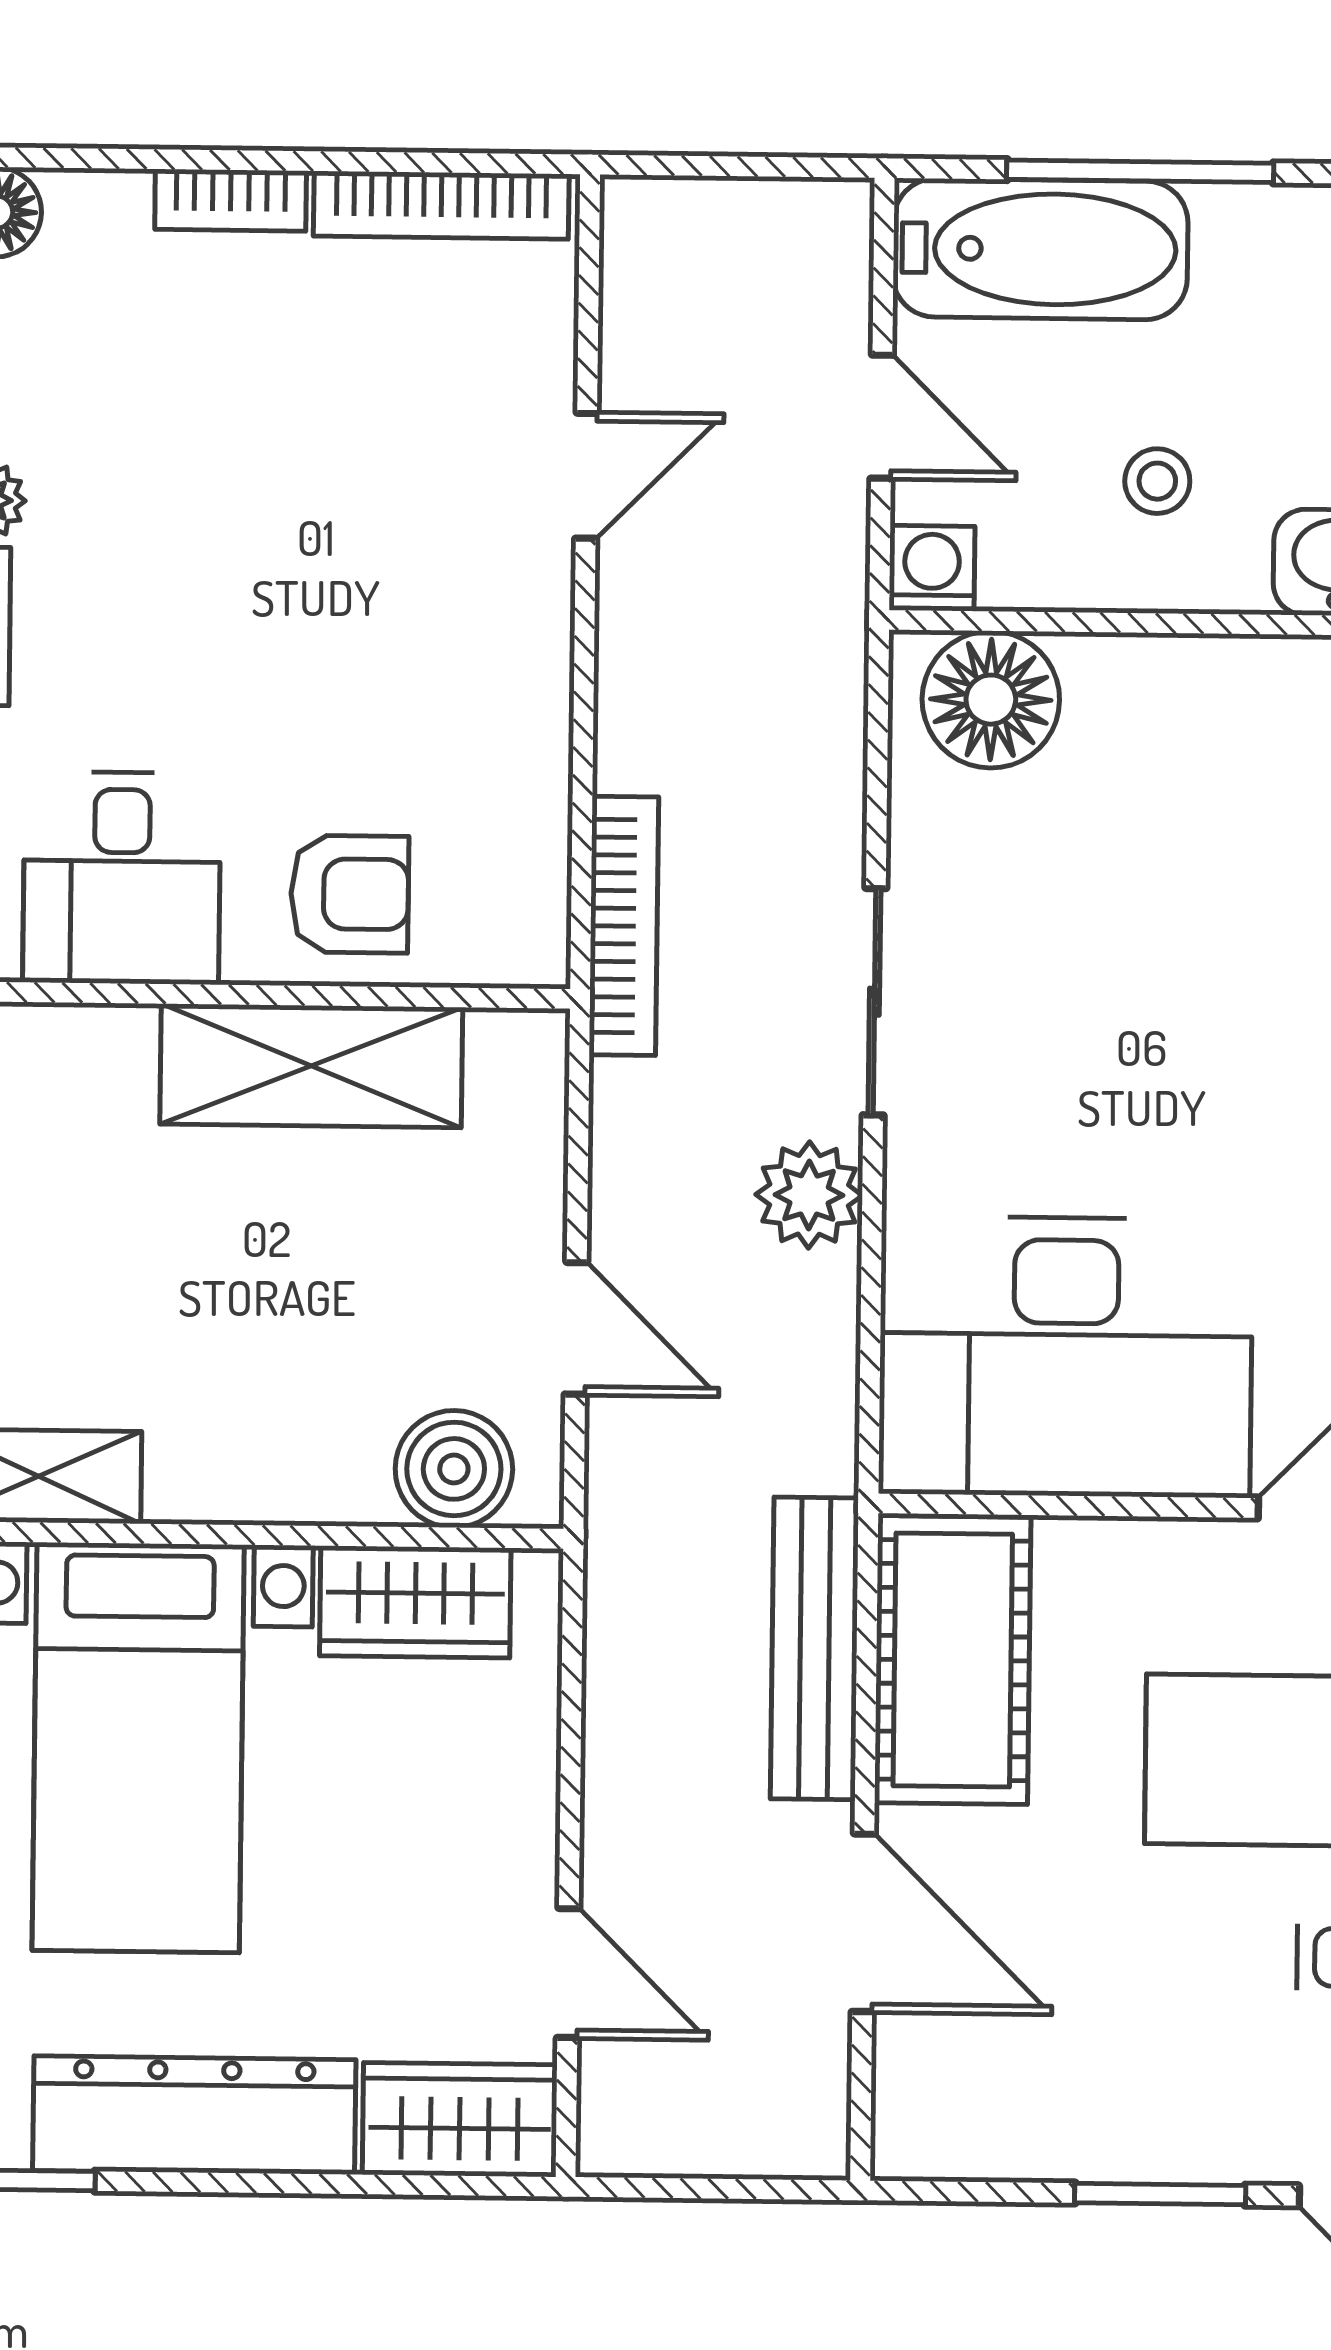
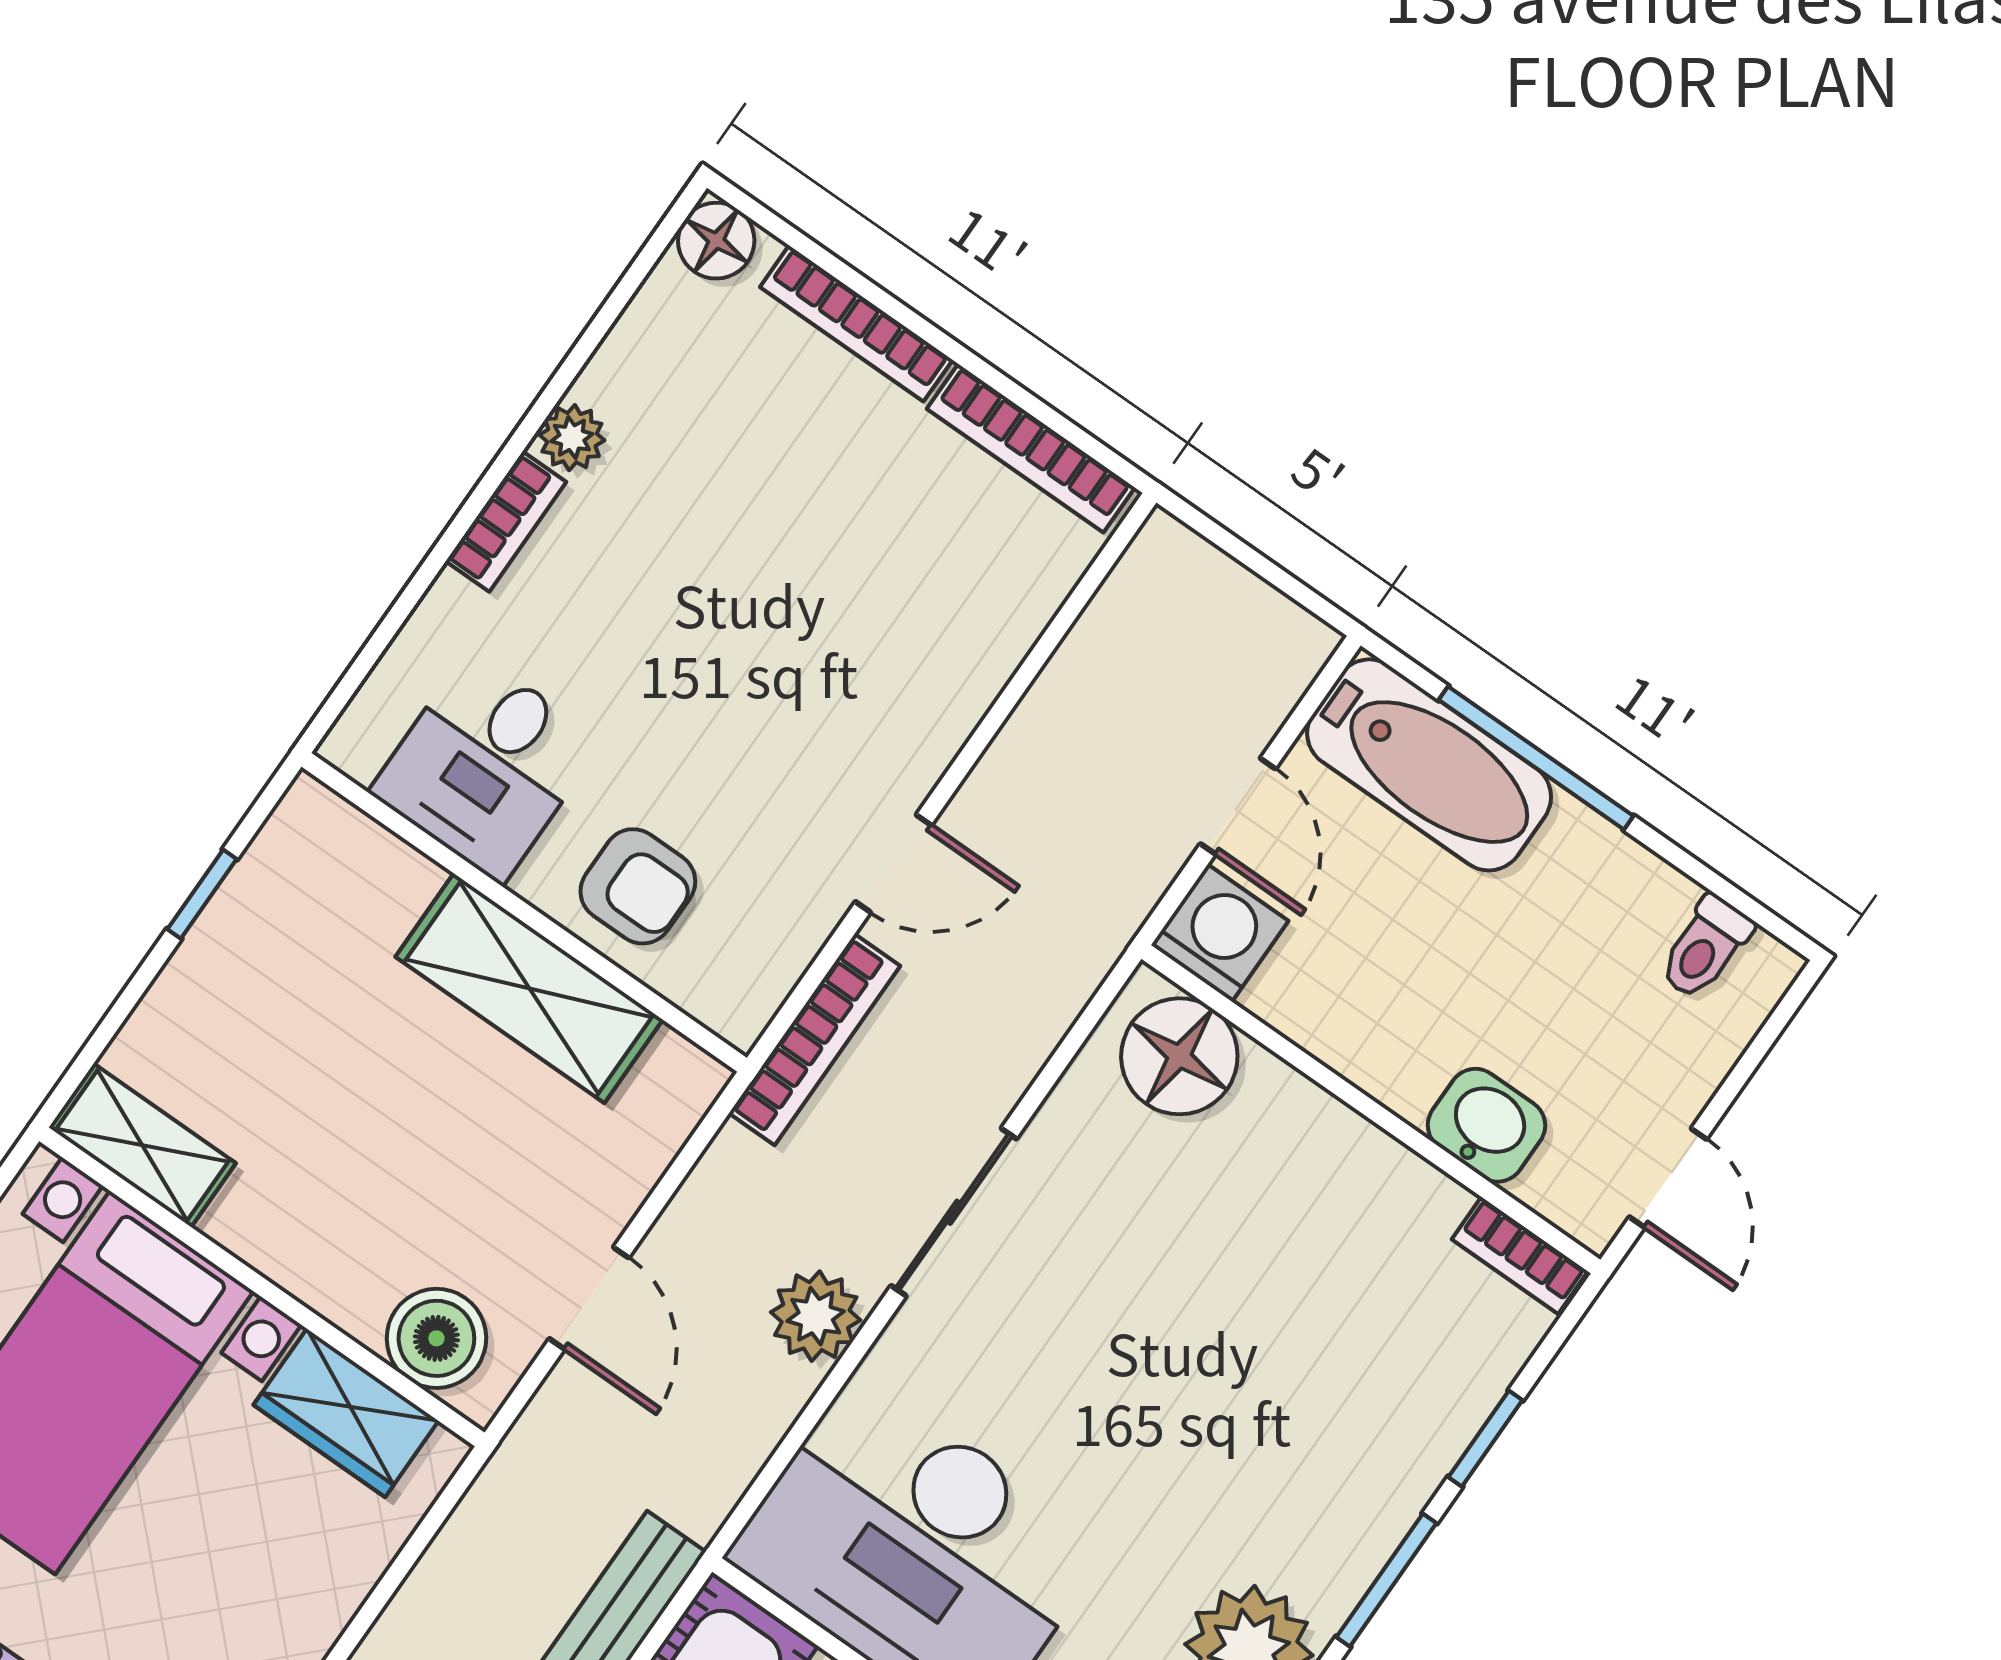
bookcase: (231, 200) -> (856, 323), width x1.56
door: (586, 476) -> (893, 864), moved
stool: (1157, 481) -> (1400, 983), removed
washing machine: (932, 568) -> (1220, 933), width x1.38, depth x1.38

